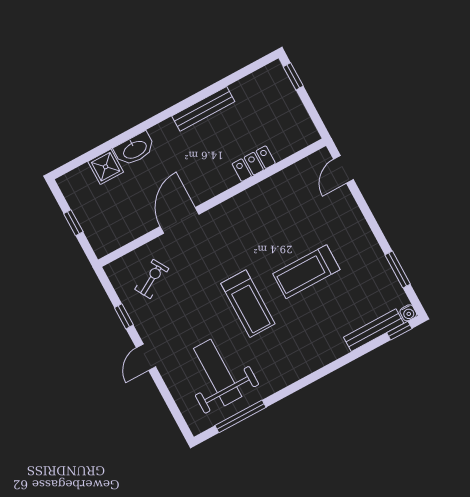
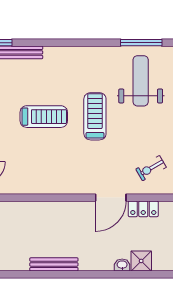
washbasin: (135, 149) -> (122, 265), width x0.52, depth x0.69
locker: (254, 164) -> (143, 209), moved
weight bench: (218, 372) -> (141, 81), turned 180

